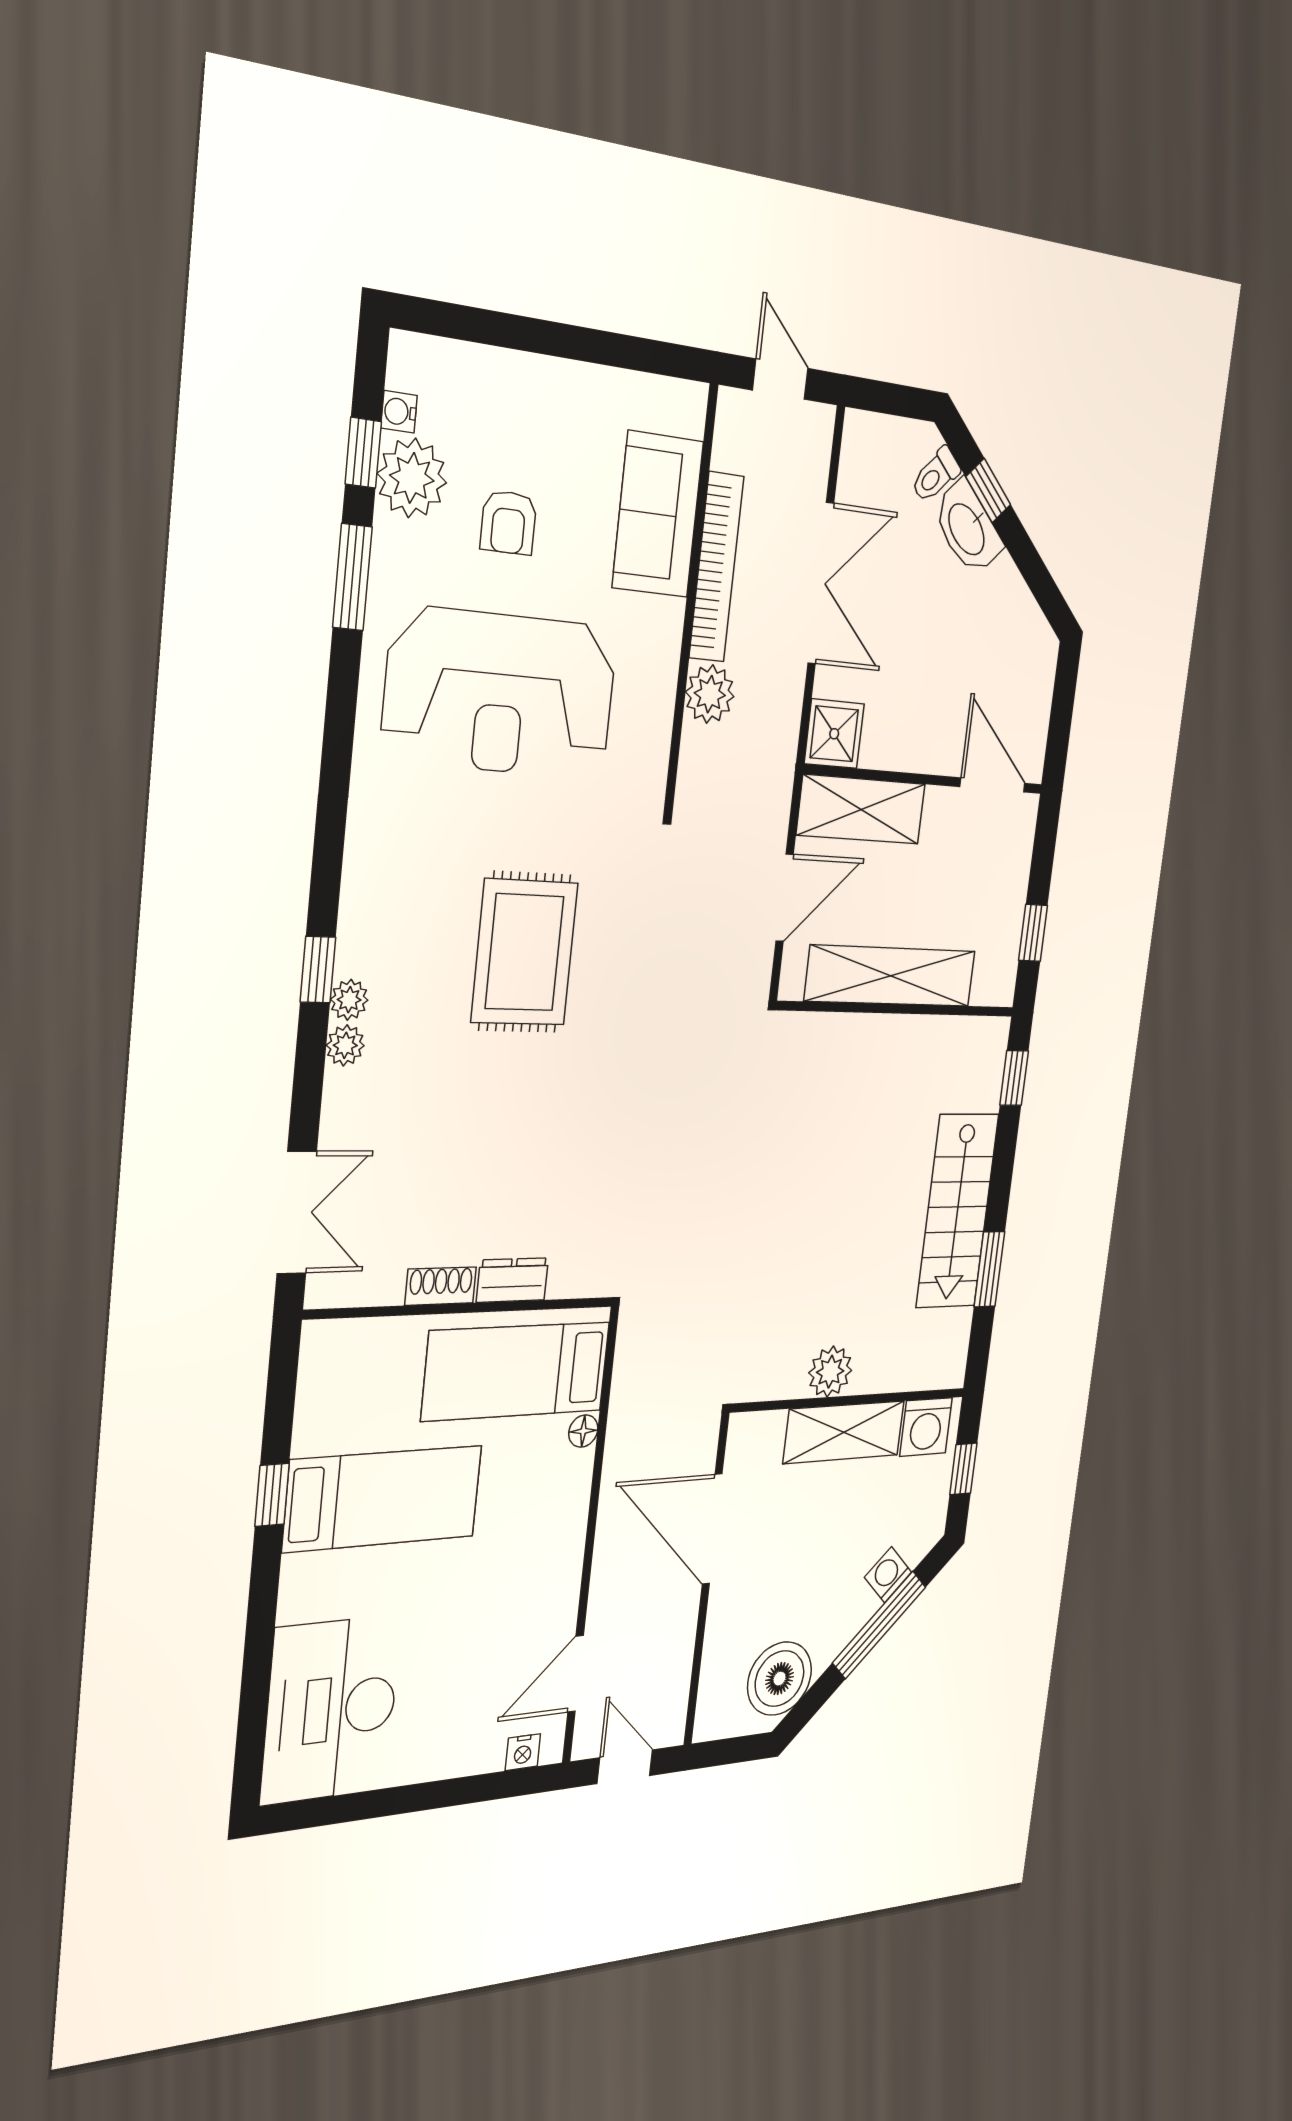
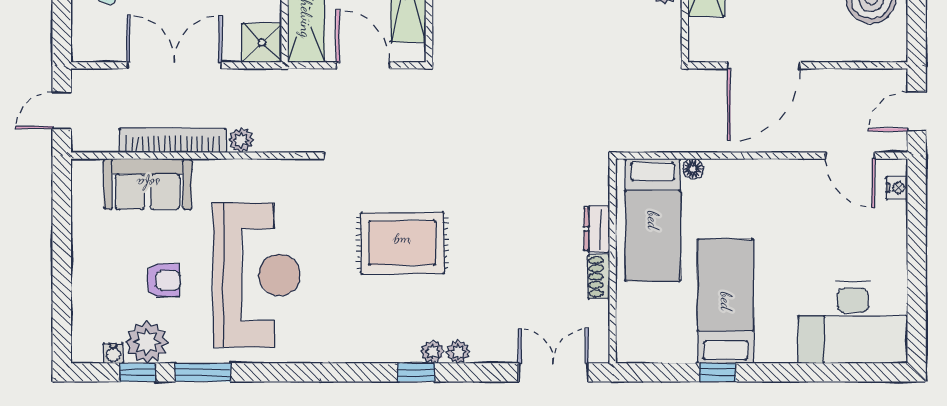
plant: (710, 694) -> (241, 140), width x0.73, depth x0.73

